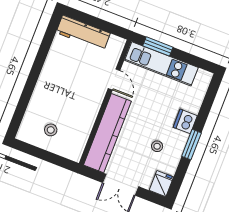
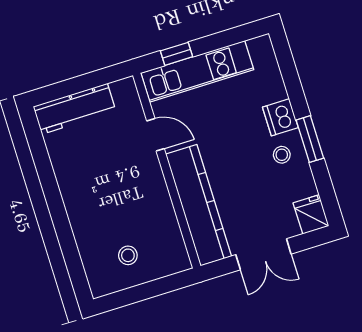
window: (158, 46) -> (177, 54), width x0.67
stool: (157, 146) -> (282, 155), moved

